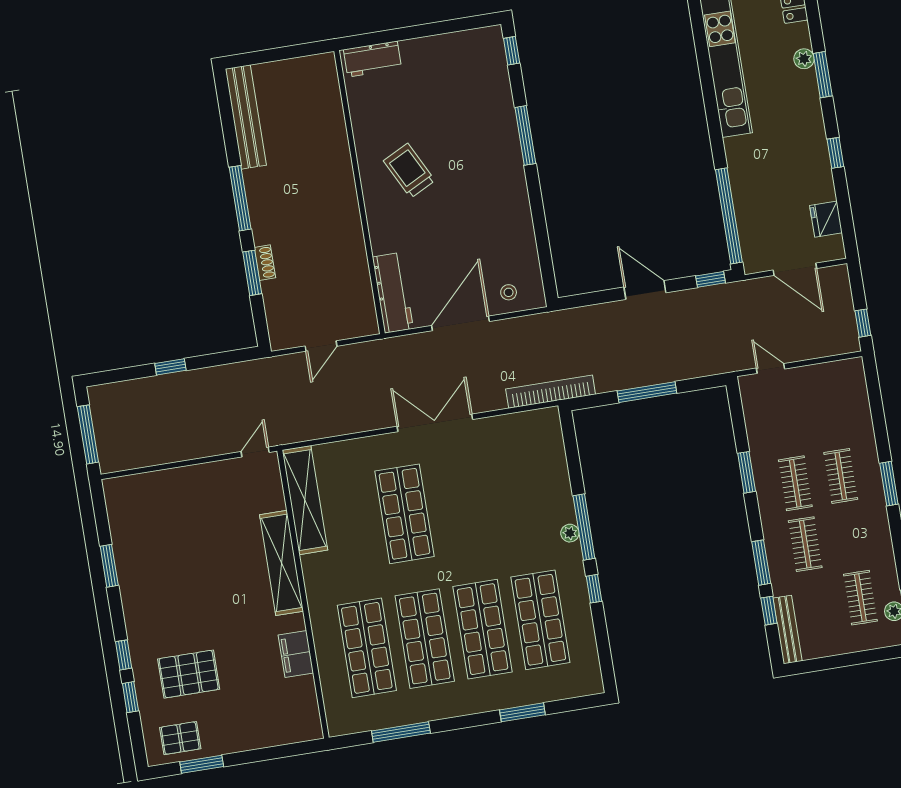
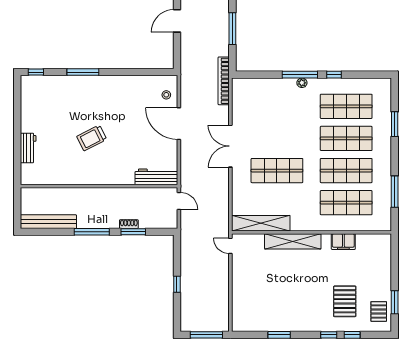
wall: (359, 192) -> (99, 186), moved
workbench: (393, 293) -> (156, 177), moved

